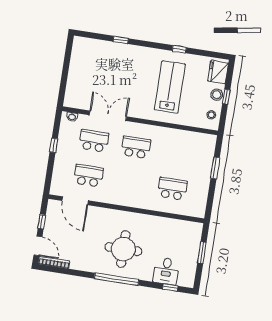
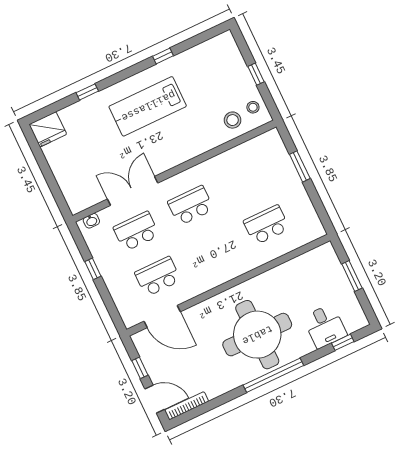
fridge: (218, 72) -> (48, 129), moved, turned -90
lab bench: (170, 87) -> (148, 106), moved, turned -90
stool: (217, 95) -> (233, 120), moved
round table: (123, 249) -> (257, 335), width x1.36, depth x1.36

